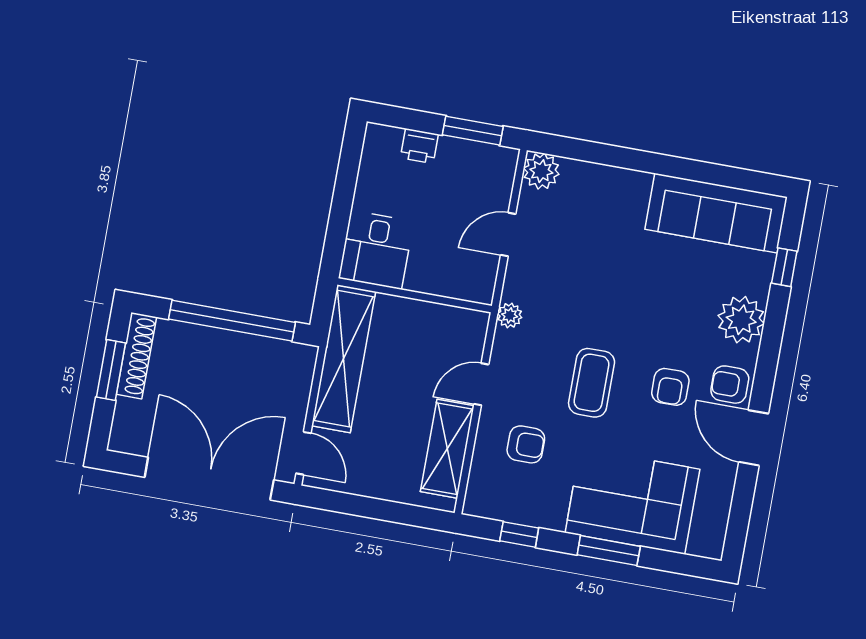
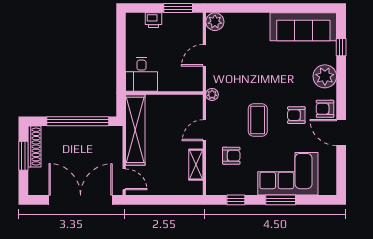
armchair: (670, 387) -> (296, 115), turned 90
shelving: (447, 449) -> (196, 165), width x0.67, depth x0.75

